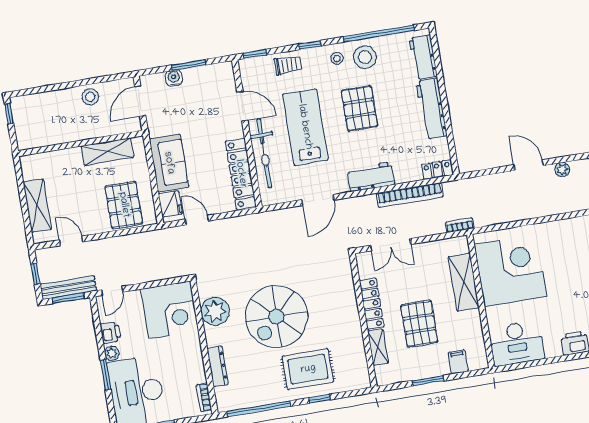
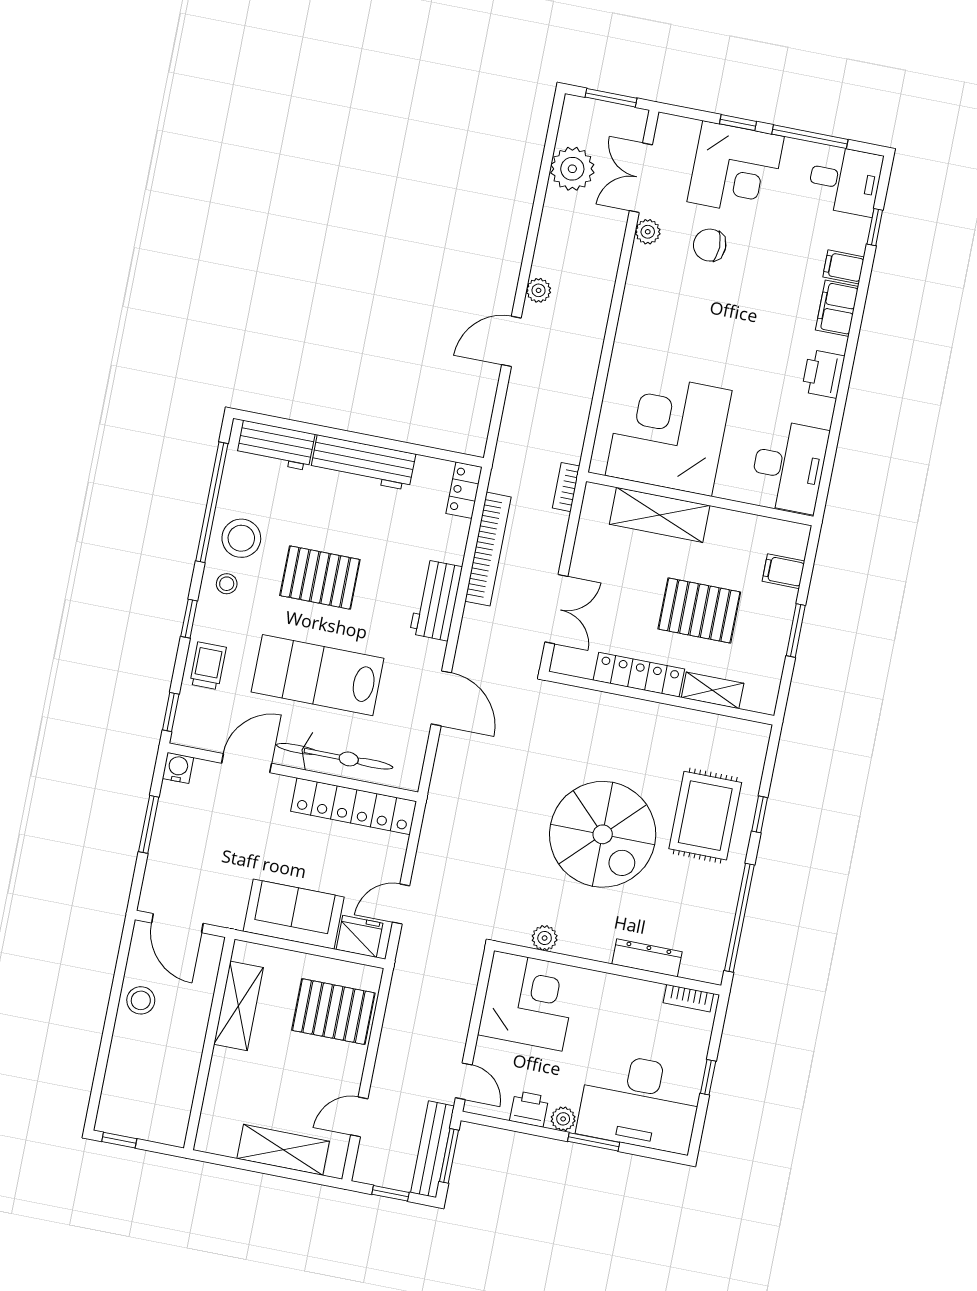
water cooler: (174, 78) -> (178, 768), moved, turned 90
plant: (215, 311) -> (545, 938), width x0.53, depth x0.53

